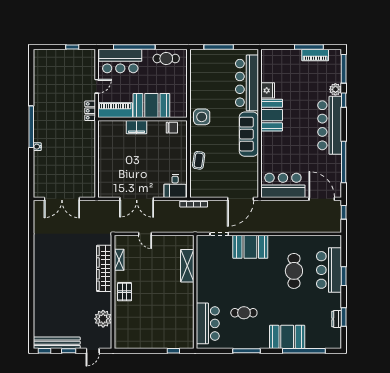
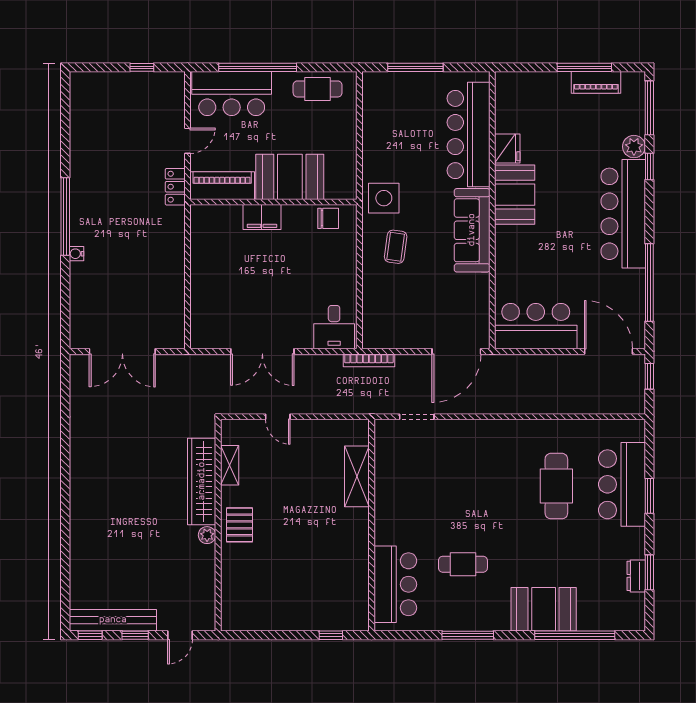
coffee table: (199, 160) -> (396, 247), moved
booth: (250, 247) -> (475, 441), removed
plant: (103, 319) -> (207, 535), moved, width x0.53, depth x0.53

